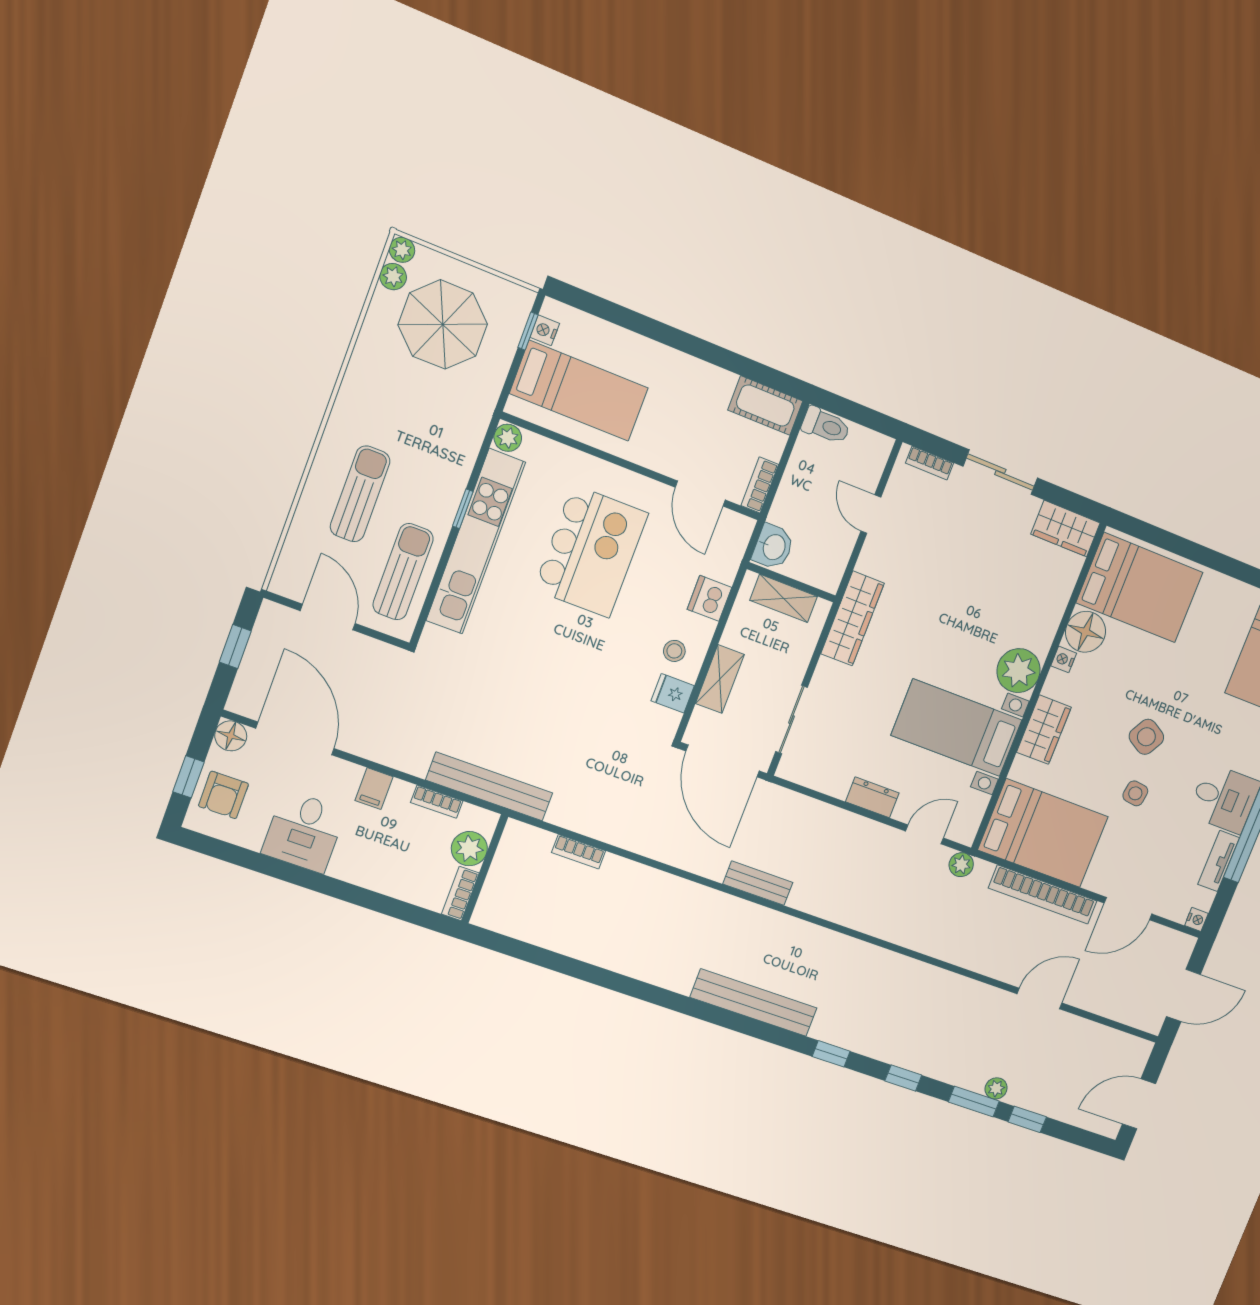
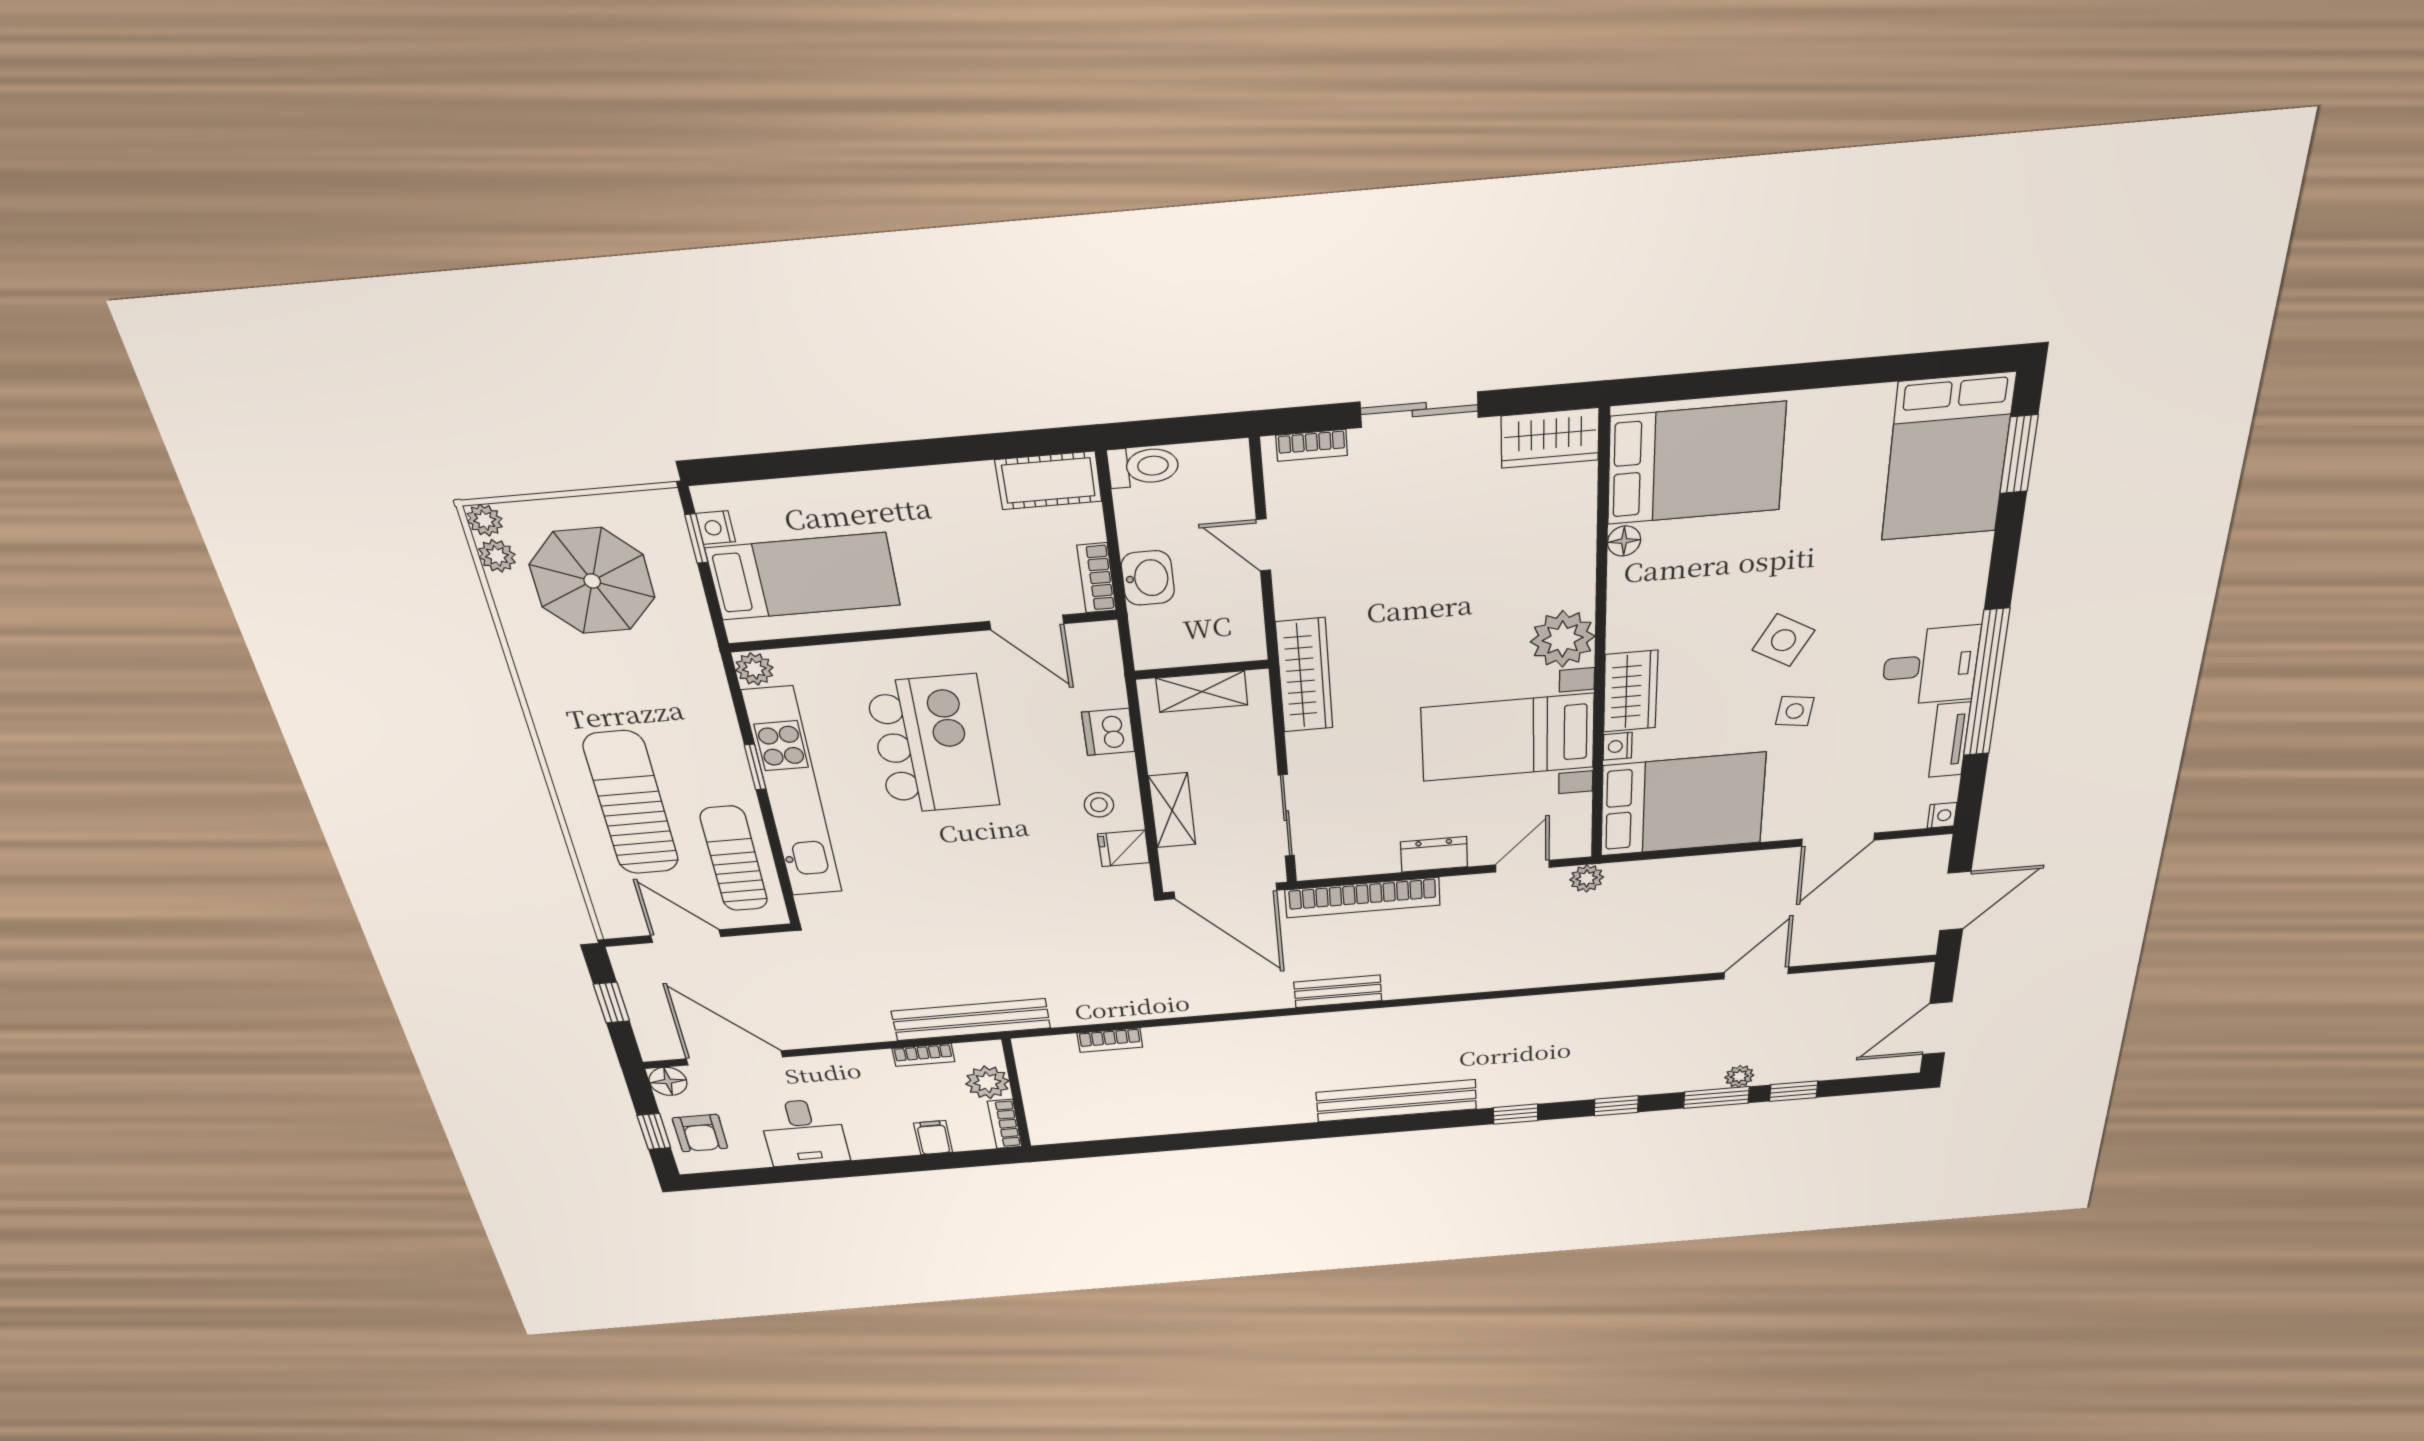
sun lounger: (360, 494) -> (631, 803), width x1.36, depth x1.34
washbasin: (773, 547) -> (1148, 578), moved
floor lamp: (1086, 632) -> (1624, 541), width x0.53, depth x0.53
nightstand: (1064, 659) -> (1618, 746), moved
filing cabinet: (374, 789) -> (933, 1138), moved, turned 180
bookcase: (1043, 895) -> (1363, 898), moved

